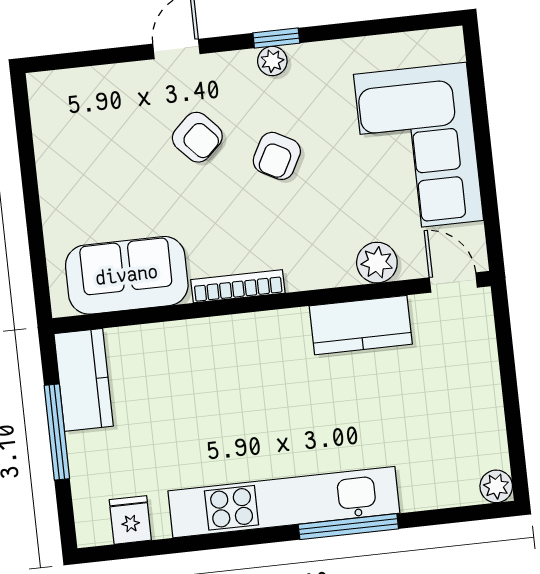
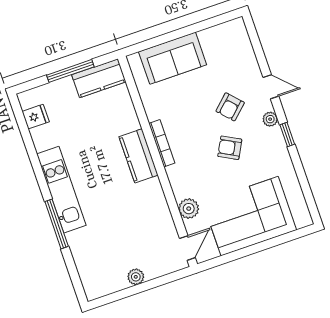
plant: (272, 61) -> (270, 119), moved
sofa: (127, 275) -> (173, 58), moved, turned 90
kitchen counter: (361, 325) -> (139, 156), moved
plant: (496, 486) -> (136, 277), moved
kitchen unit: (284, 502) -> (61, 190), width x0.73

